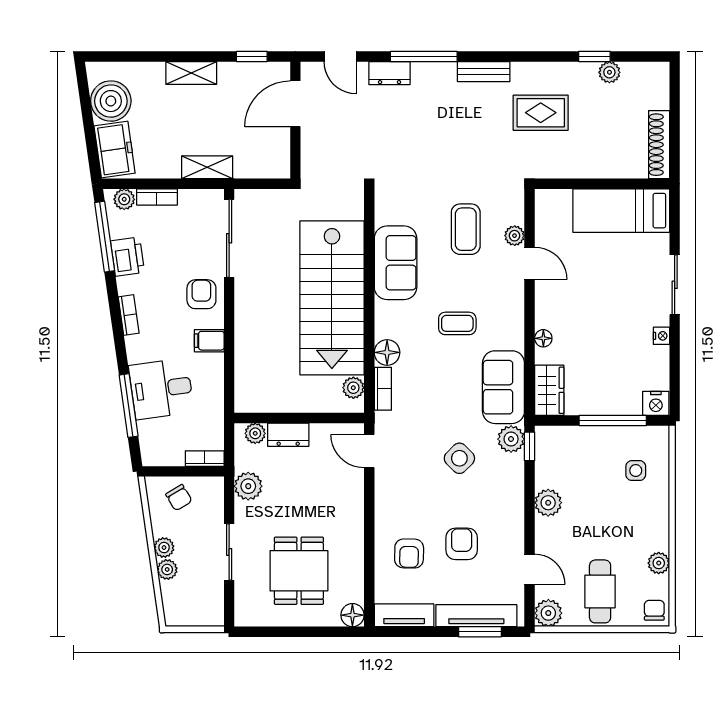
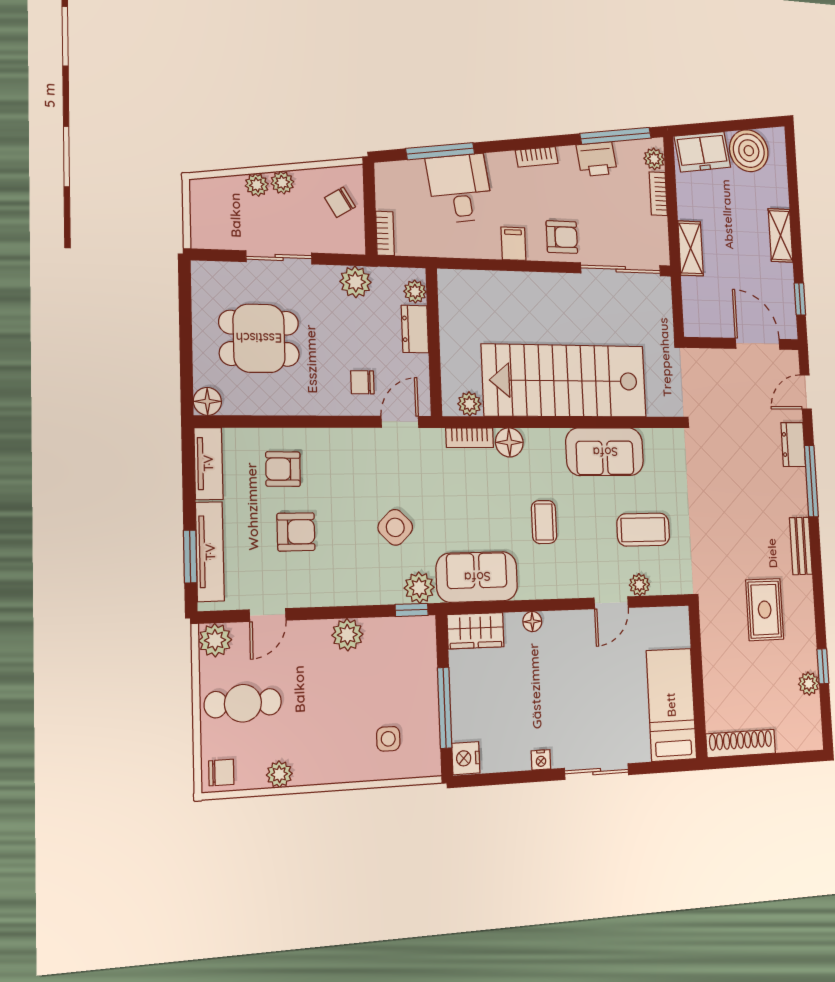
chair: (335, 483) -> (362, 382), added

